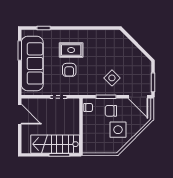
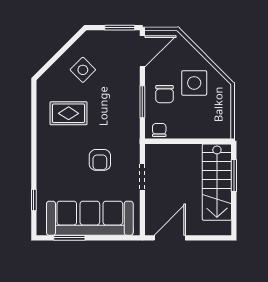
rug: (71, 50) -> (69, 113), moved, turned 90
armchair: (69, 70) -> (100, 160), turned 90
side table: (112, 78) -> (83, 70), moved

